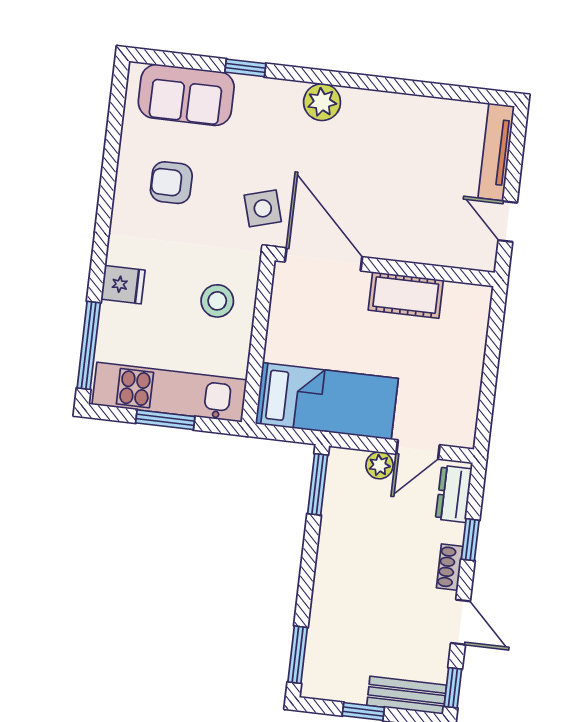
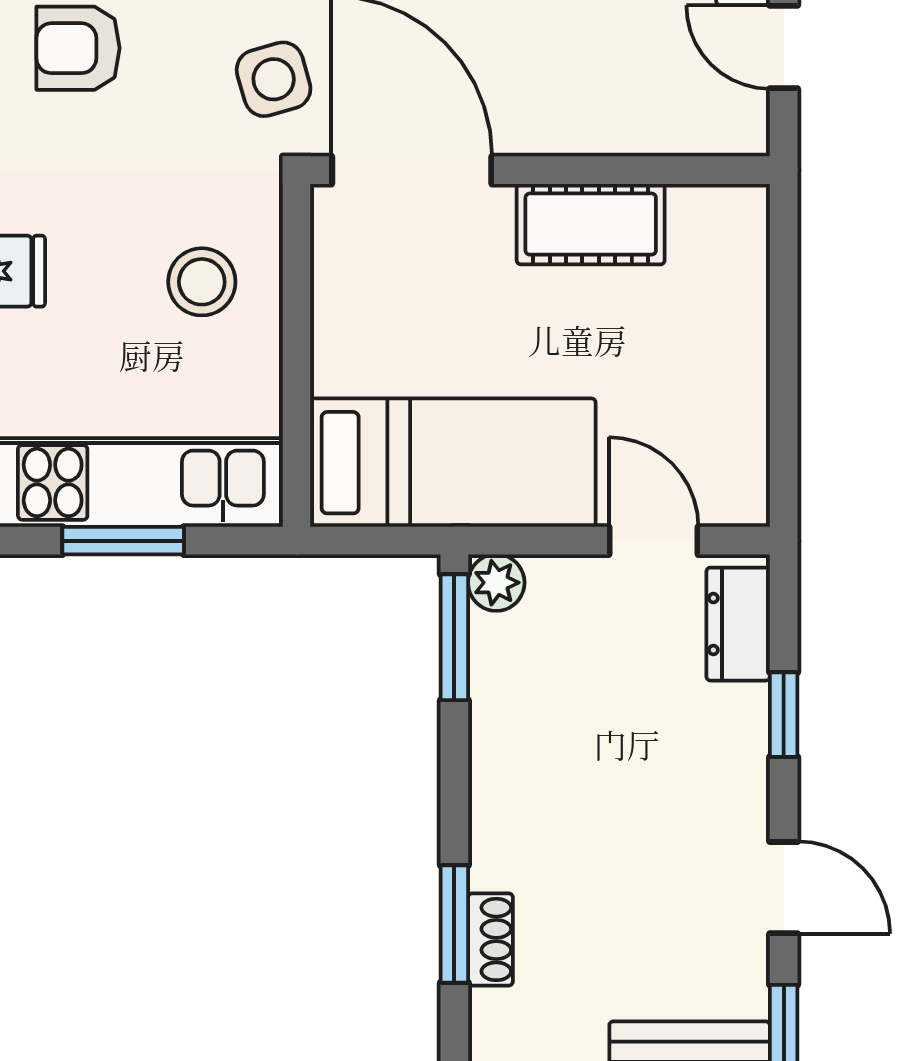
door: (418, 449) -> (654, 541), swing flipped
plant: (380, 465) -> (496, 583), moved
shoe rack: (450, 567) -> (490, 939), moved, turned 180
window: (298, 655) -> (454, 924), moved

